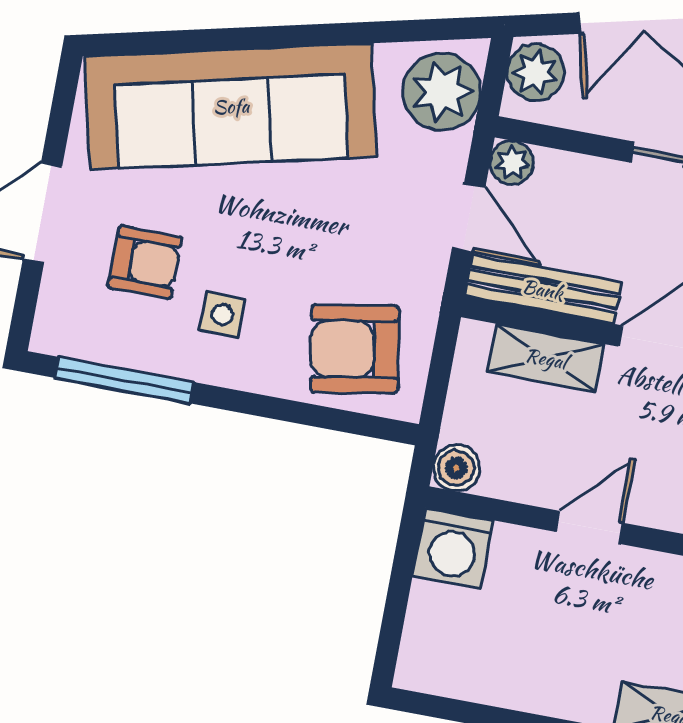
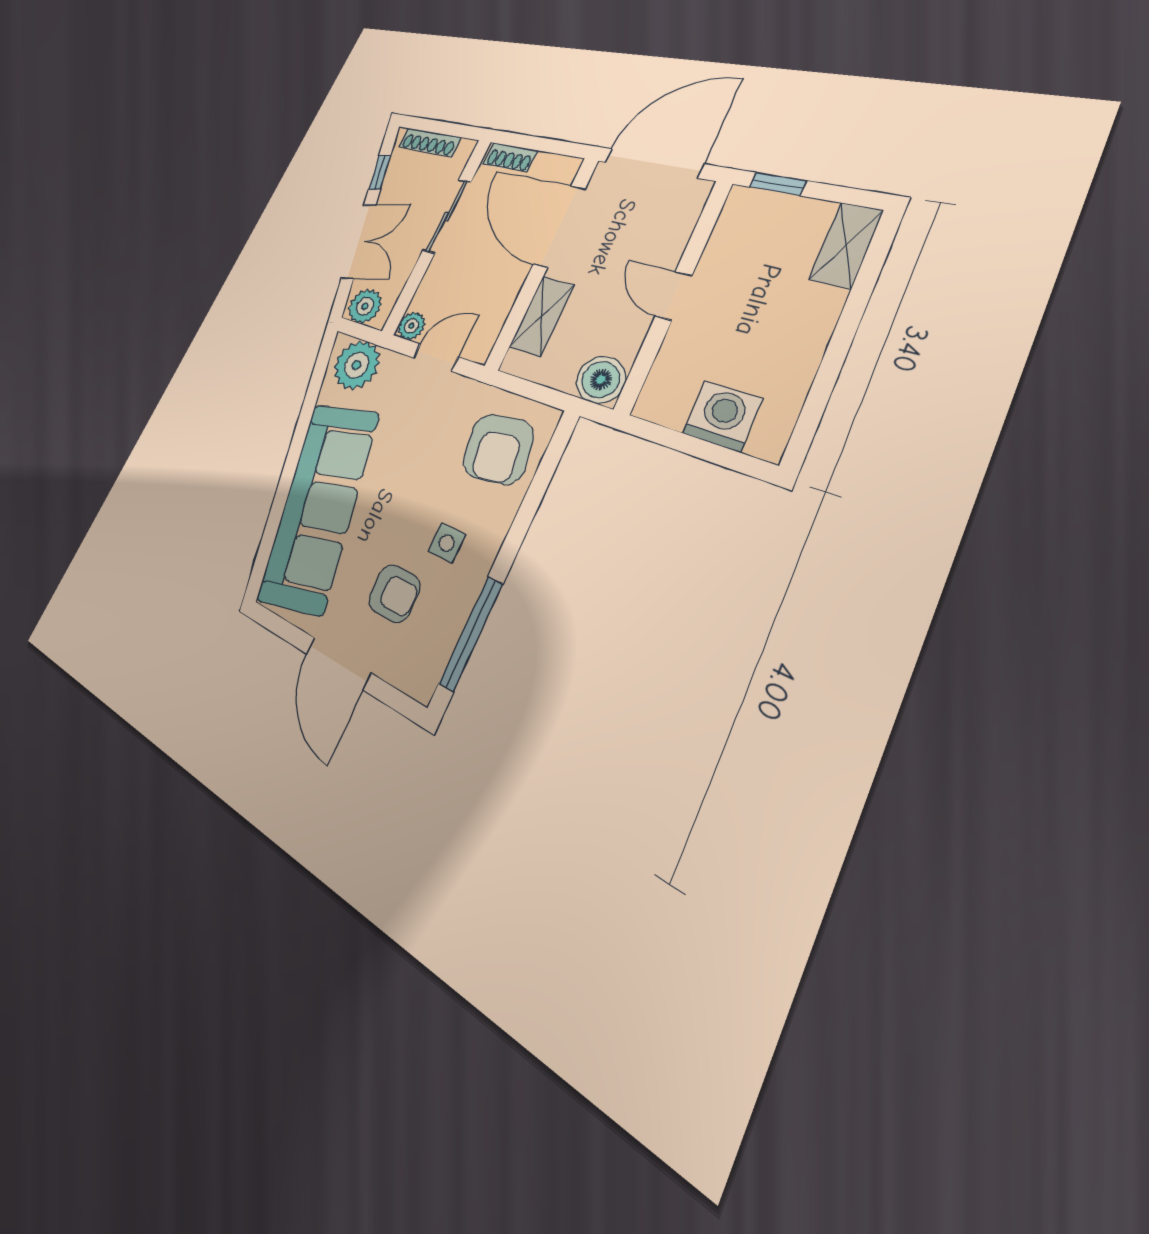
armchair: (145, 262) -> (394, 593), turned 90
bench: (543, 289) -> (495, 313), removed
boiler: (456, 468) -> (601, 380), width x1.36, depth x1.36
washing machine: (453, 548) -> (722, 416), moved, turned -90

